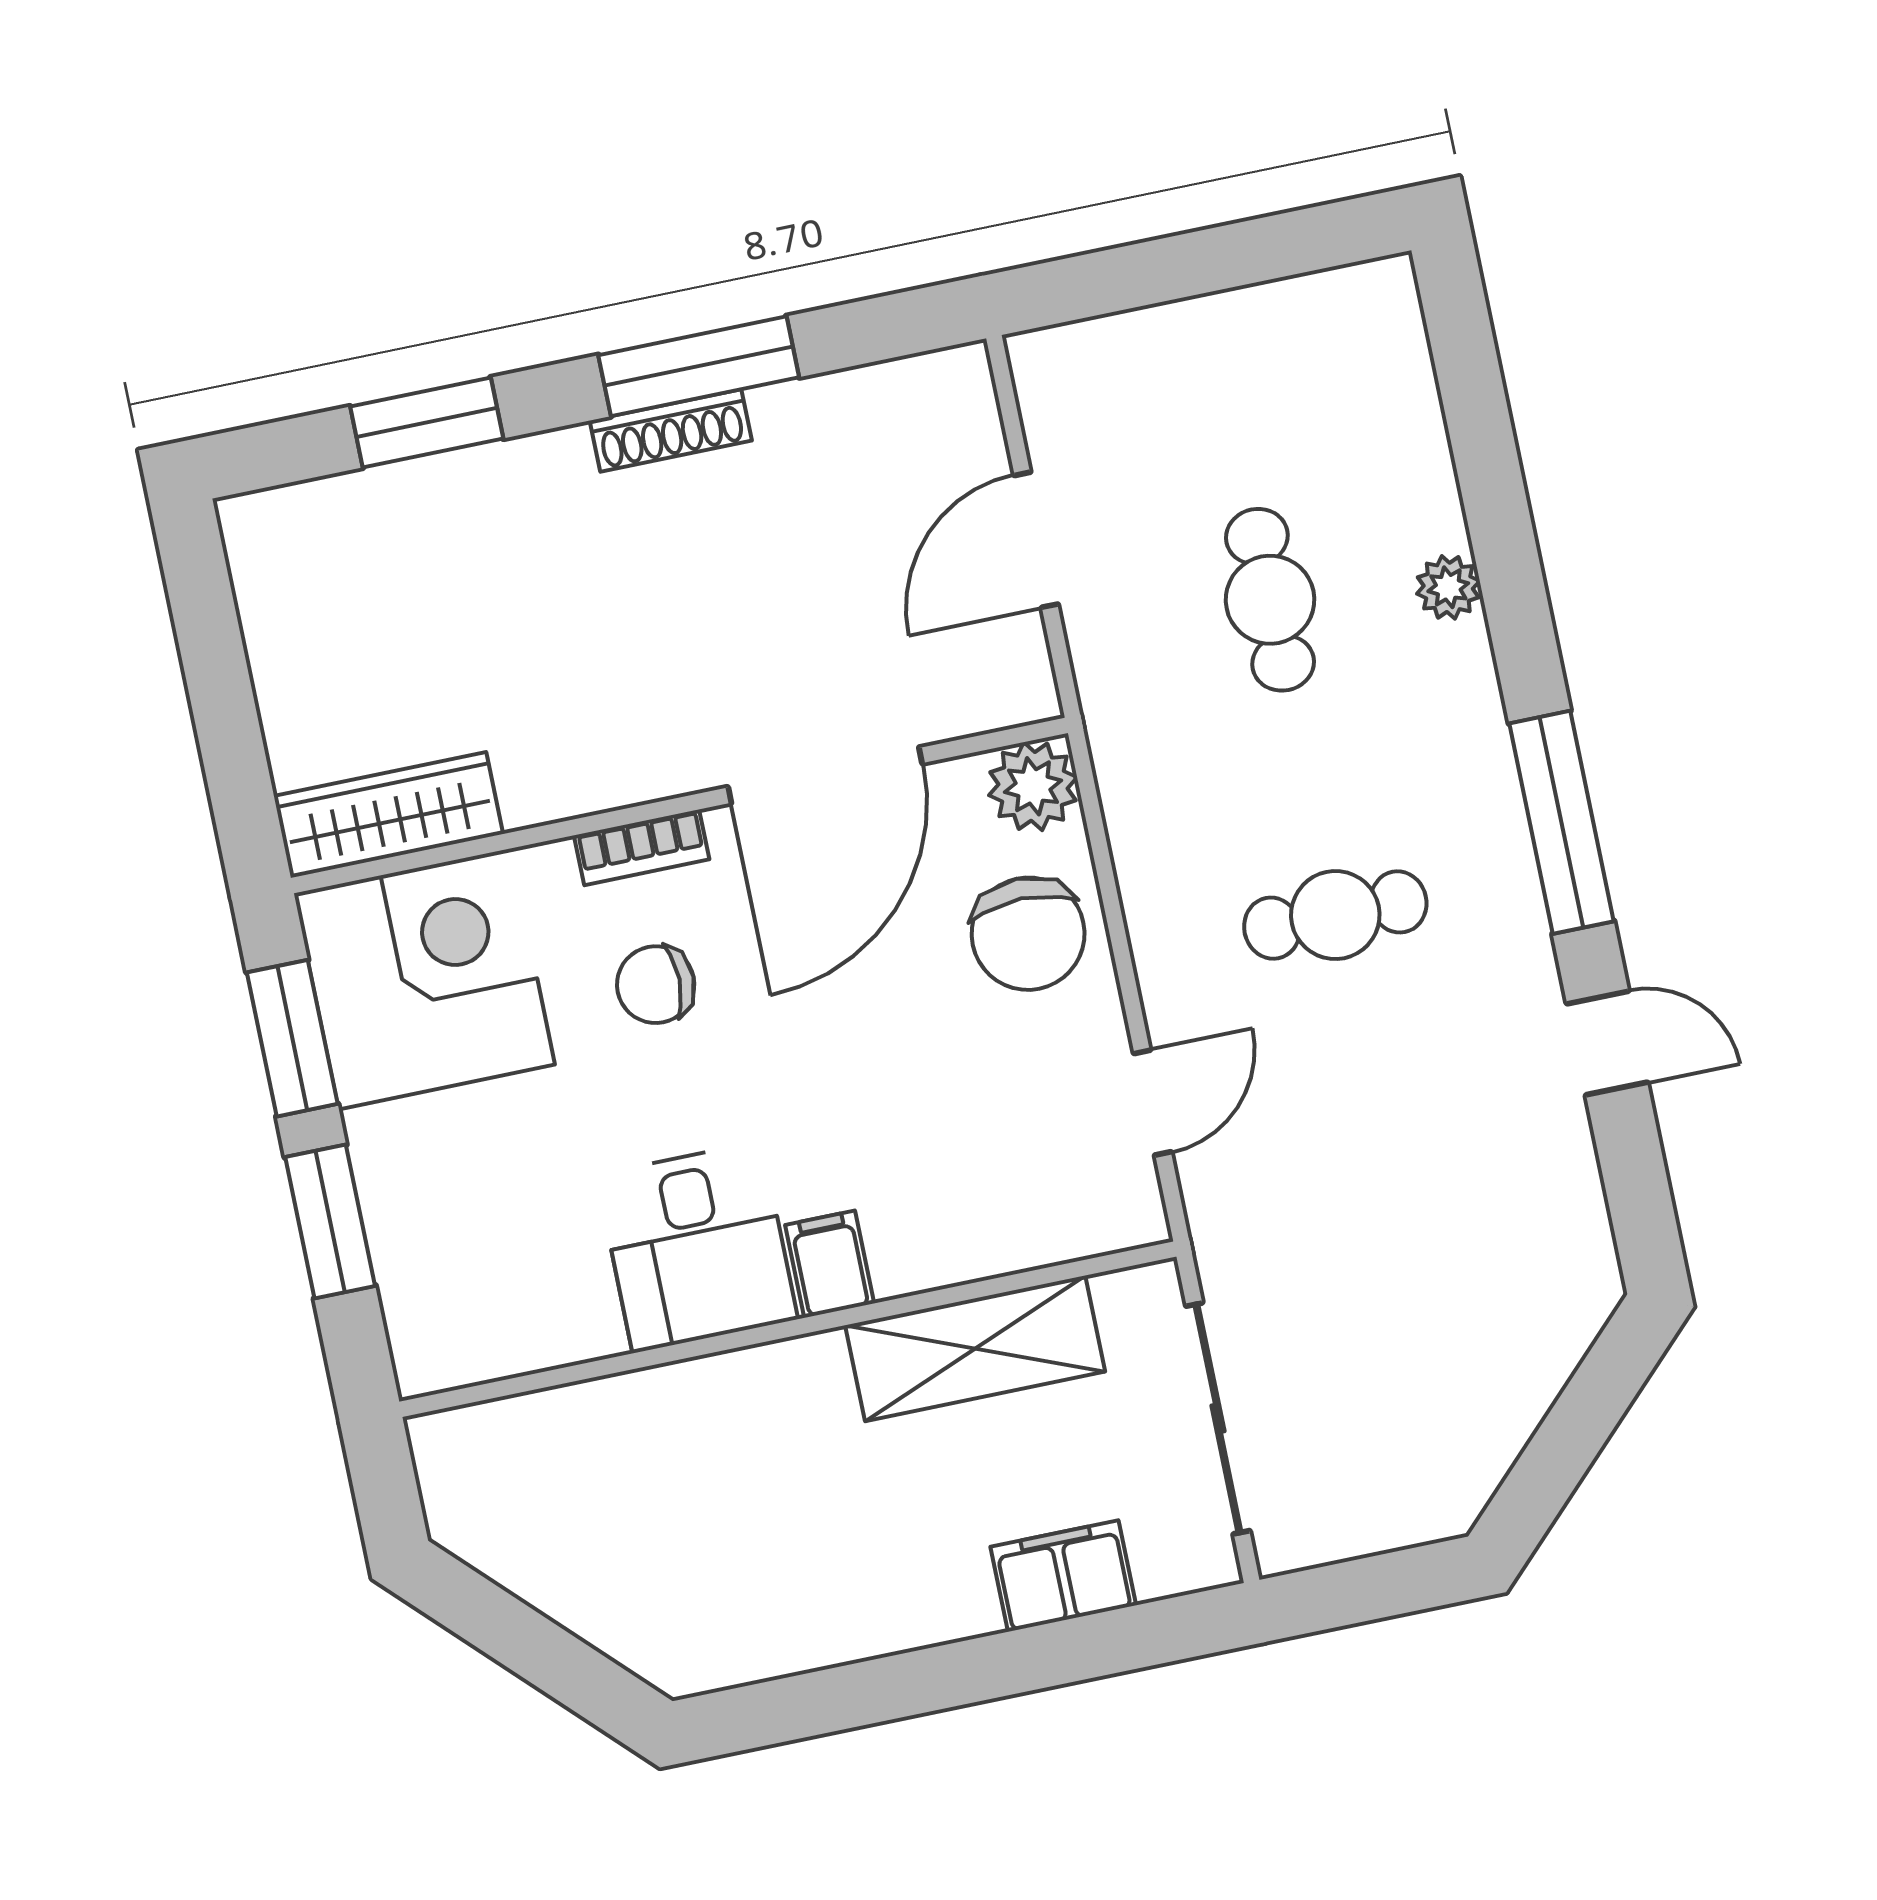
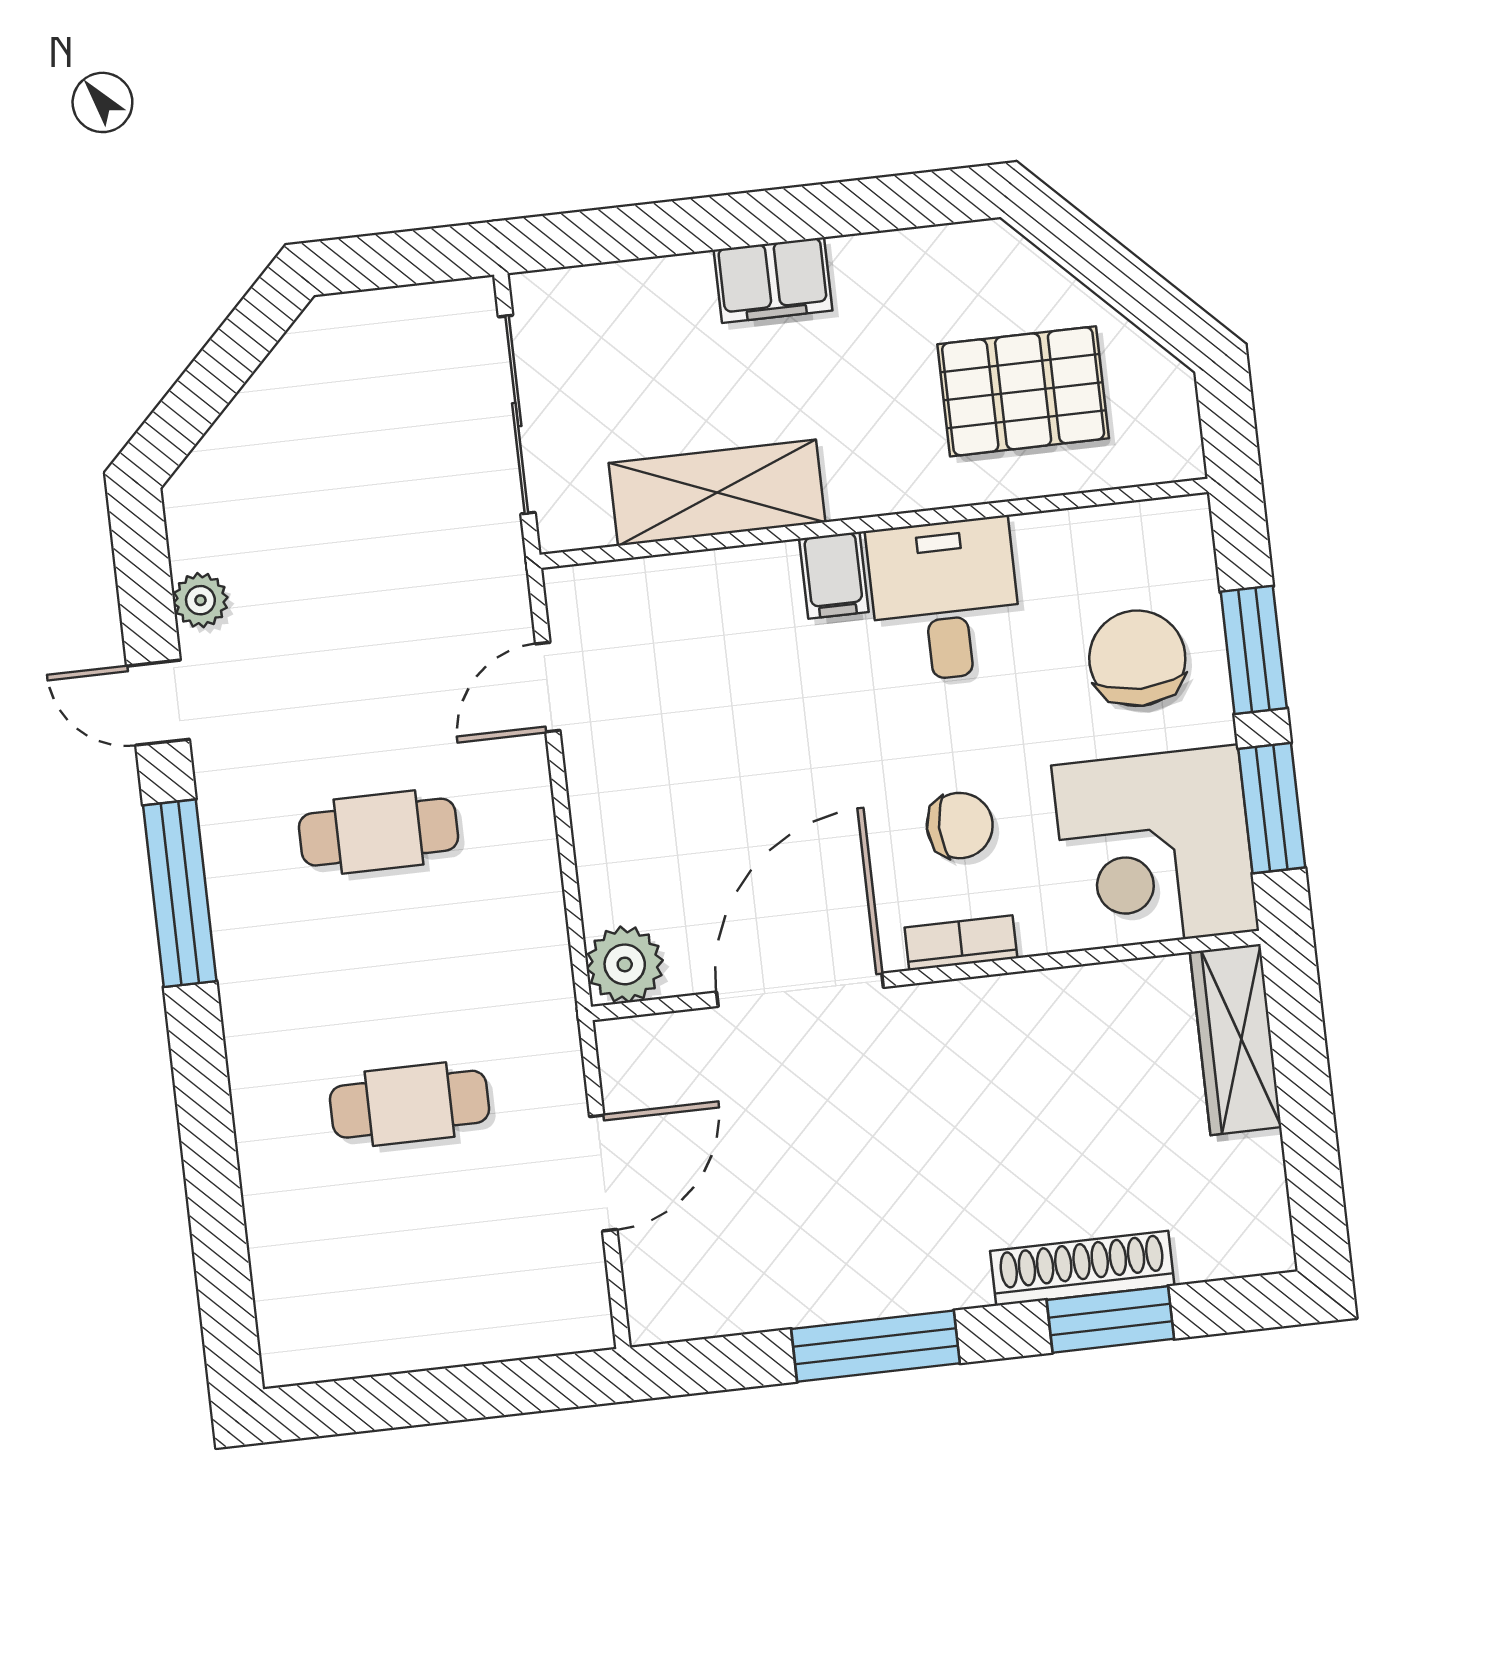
shoe rack: (671, 430) -> (1082, 1268), moved, width x1.36, depth x1.24
plant: (1448, 587) -> (200, 600), moved
cafe table: (1270, 600) -> (409, 1104), turned 90
wardrobe: (388, 815) -> (1236, 1040), moved, turned 90
chair: (1028, 934) -> (1137, 658), moved
pallet: (628, 1500) -> (1023, 391), added
filing cabinet: (1063, 1576) -> (773, 280), moved

